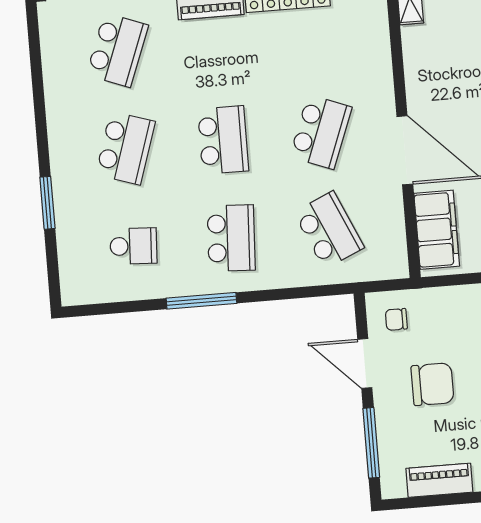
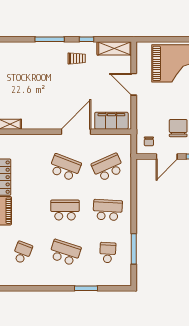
school desk: (117, 50) -> (22, 253), width x0.54
window: (201, 301) -> (134, 249), moved

